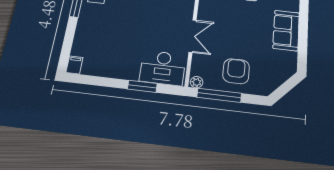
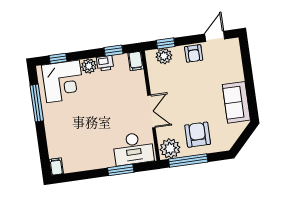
sofa: (286, 30) -> (236, 102), moved
plant: (197, 82) -> (170, 148), width x1.87, depth x1.87

